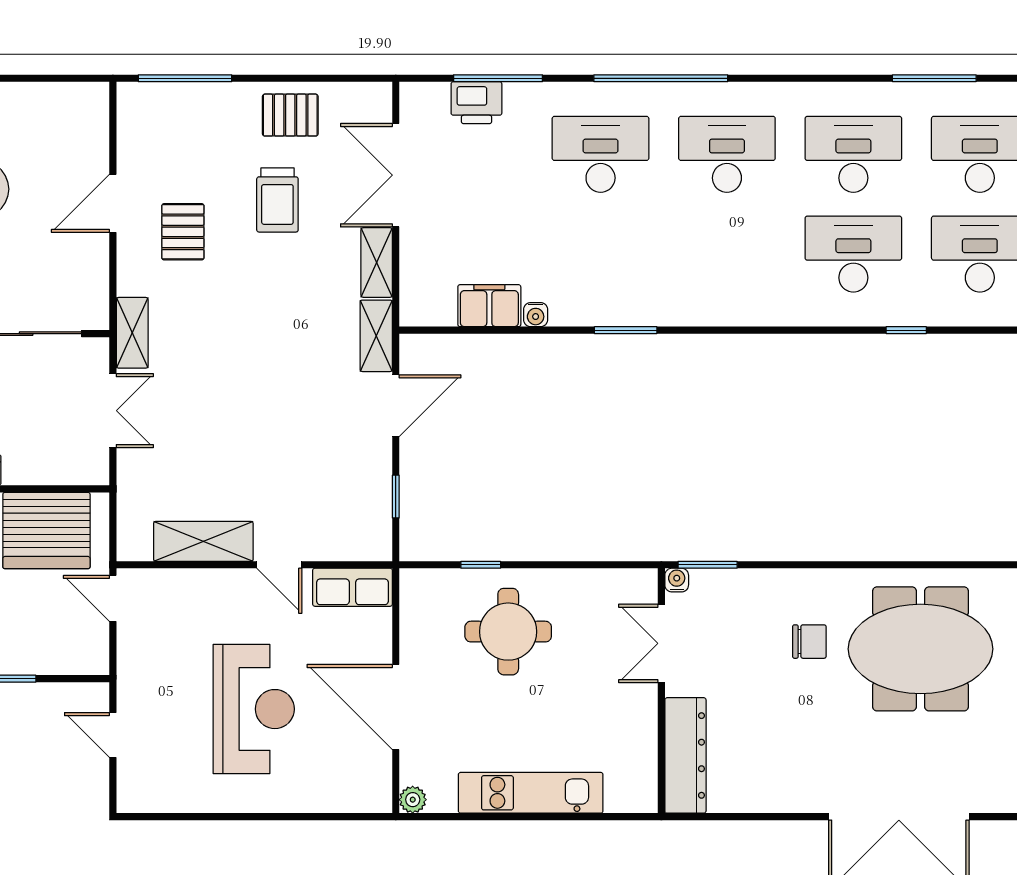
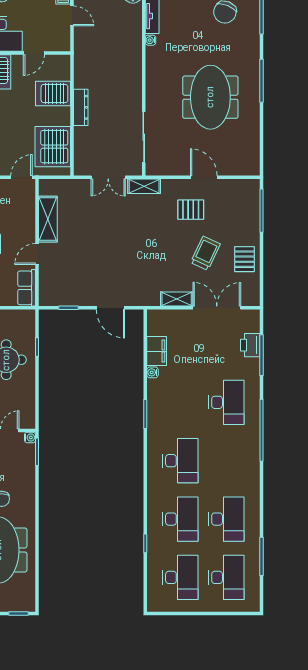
desk: (727, 154) -> (180, 461), moved
trolley: (277, 200) -> (205, 253), turned 115
shelving: (376, 336) -> (143, 299), removed

